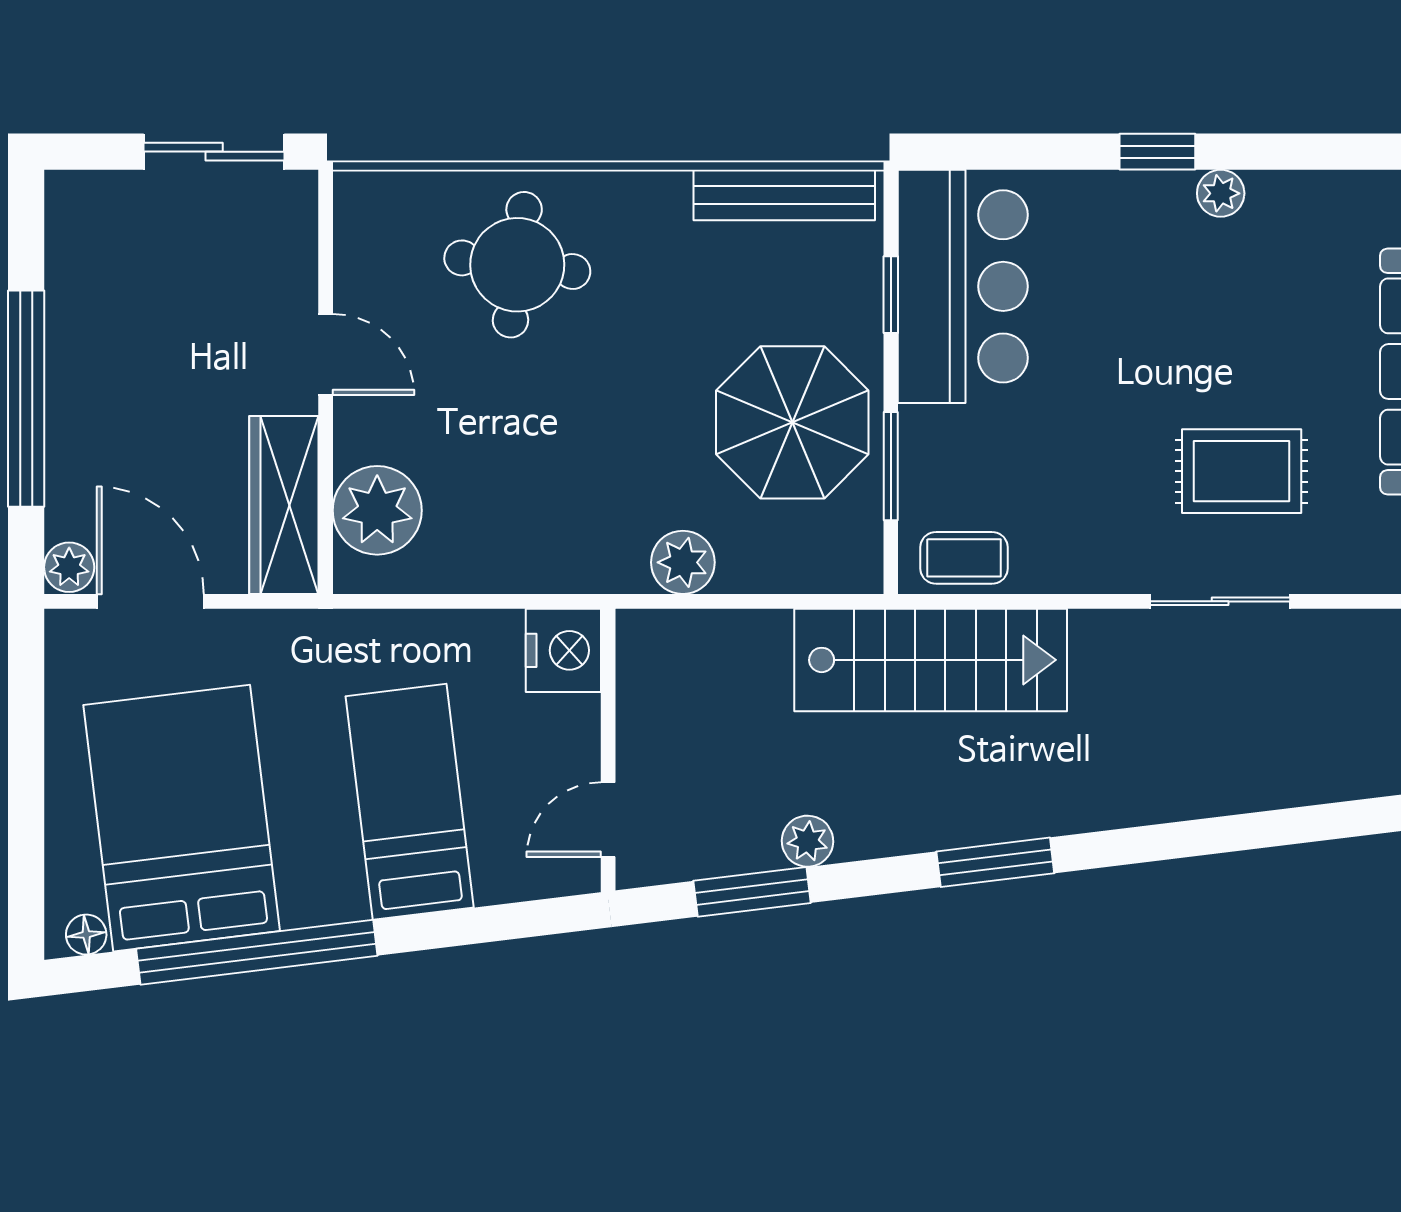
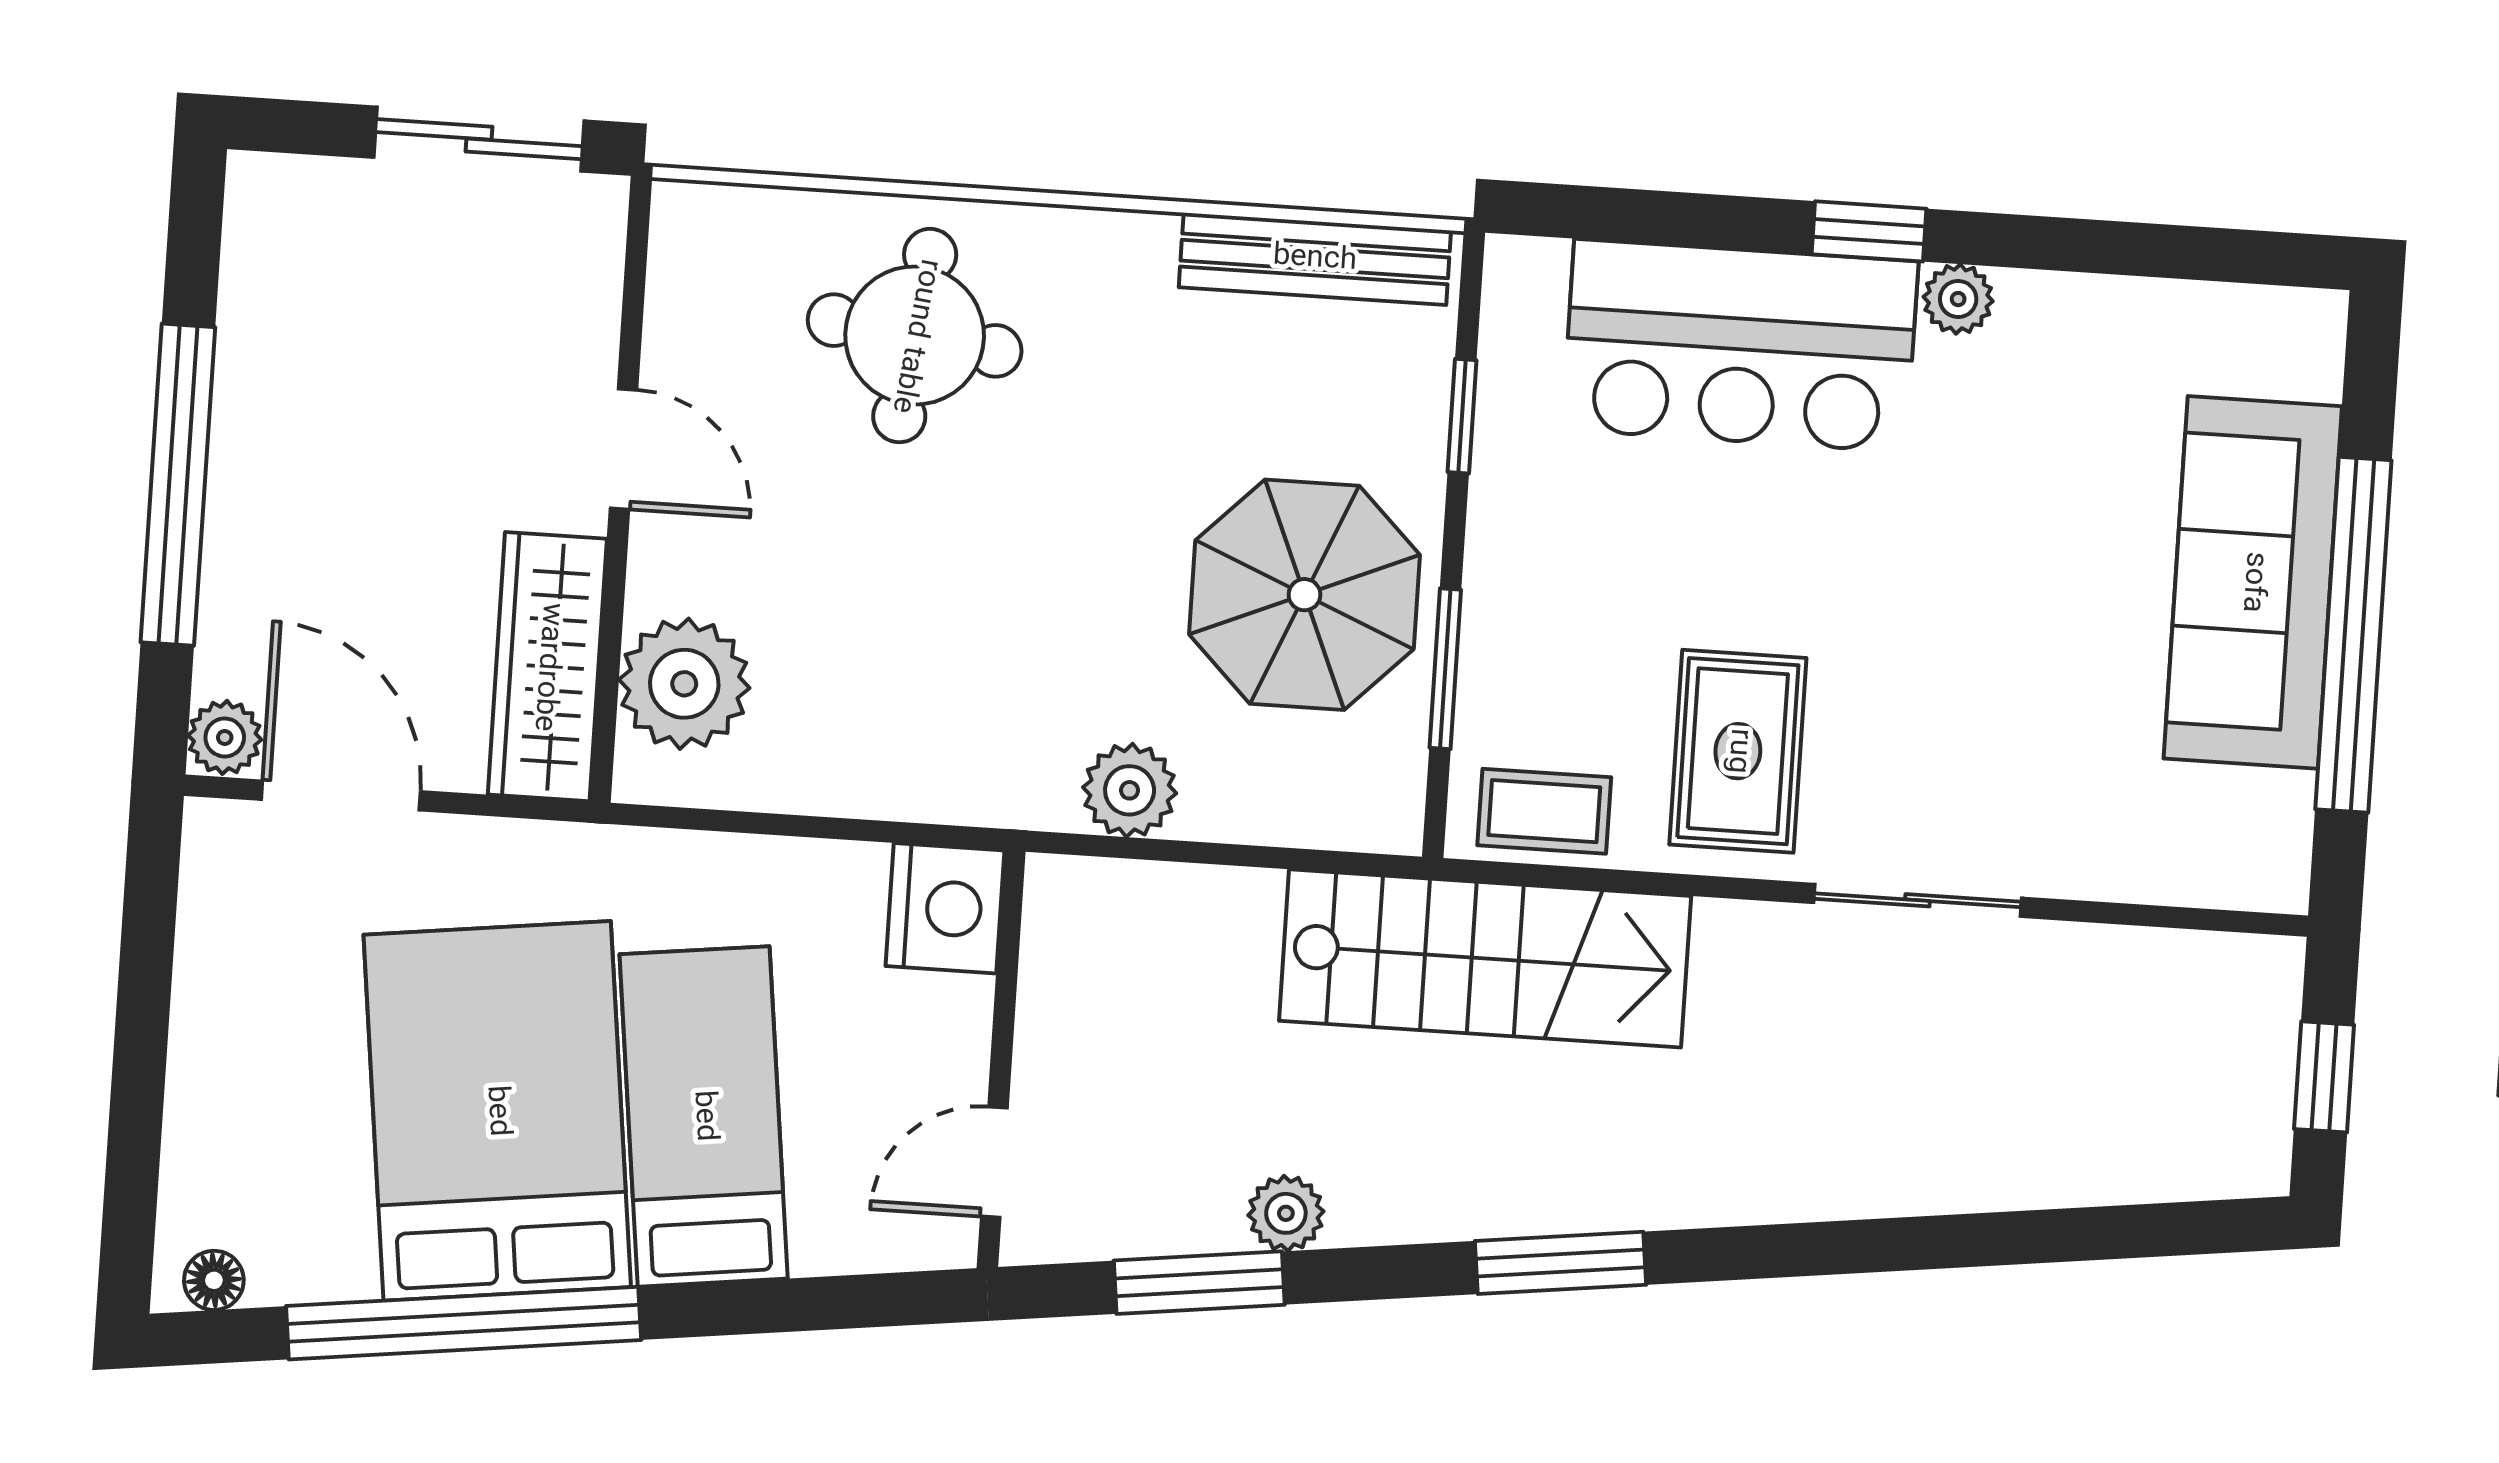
bar counter: (963, 286) -> (1740, 346), moved, turned 90
rug: (1242, 471) -> (1738, 751), moved, turned 90
bed: (182, 818) -> (497, 1111), moved

